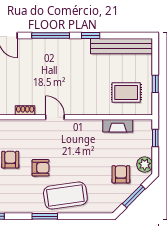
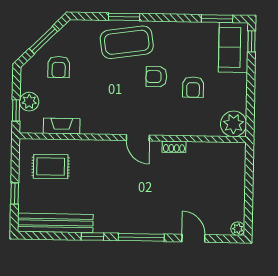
window: (155, 84) -> (15, 194), moved
plant: (145, 165) -> (29, 102), moved
window: (45, 216) -> (124, 17), moved

